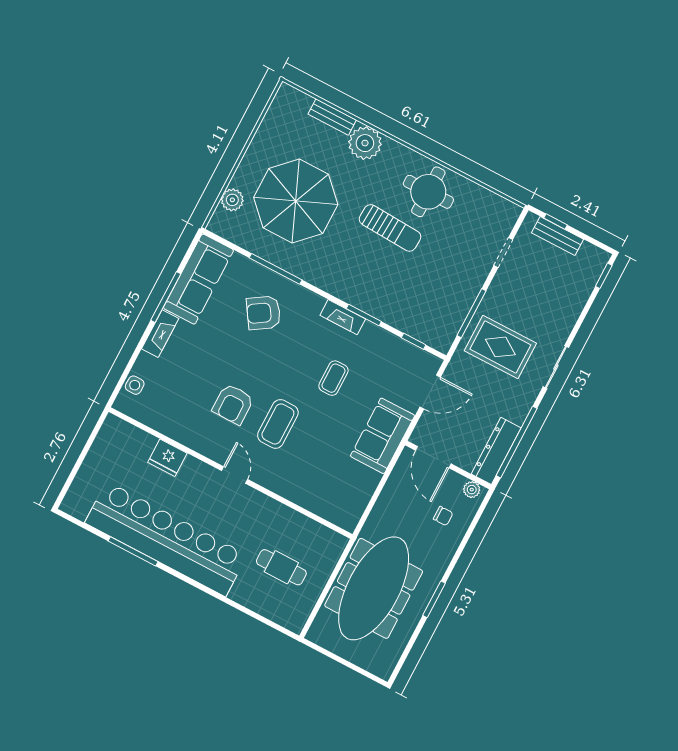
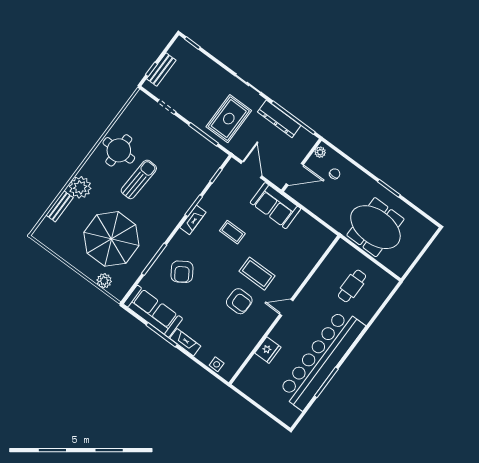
dresser: (496, 451) -> (279, 119), moved
meeting table: (374, 588) -> (375, 227), width x0.73

